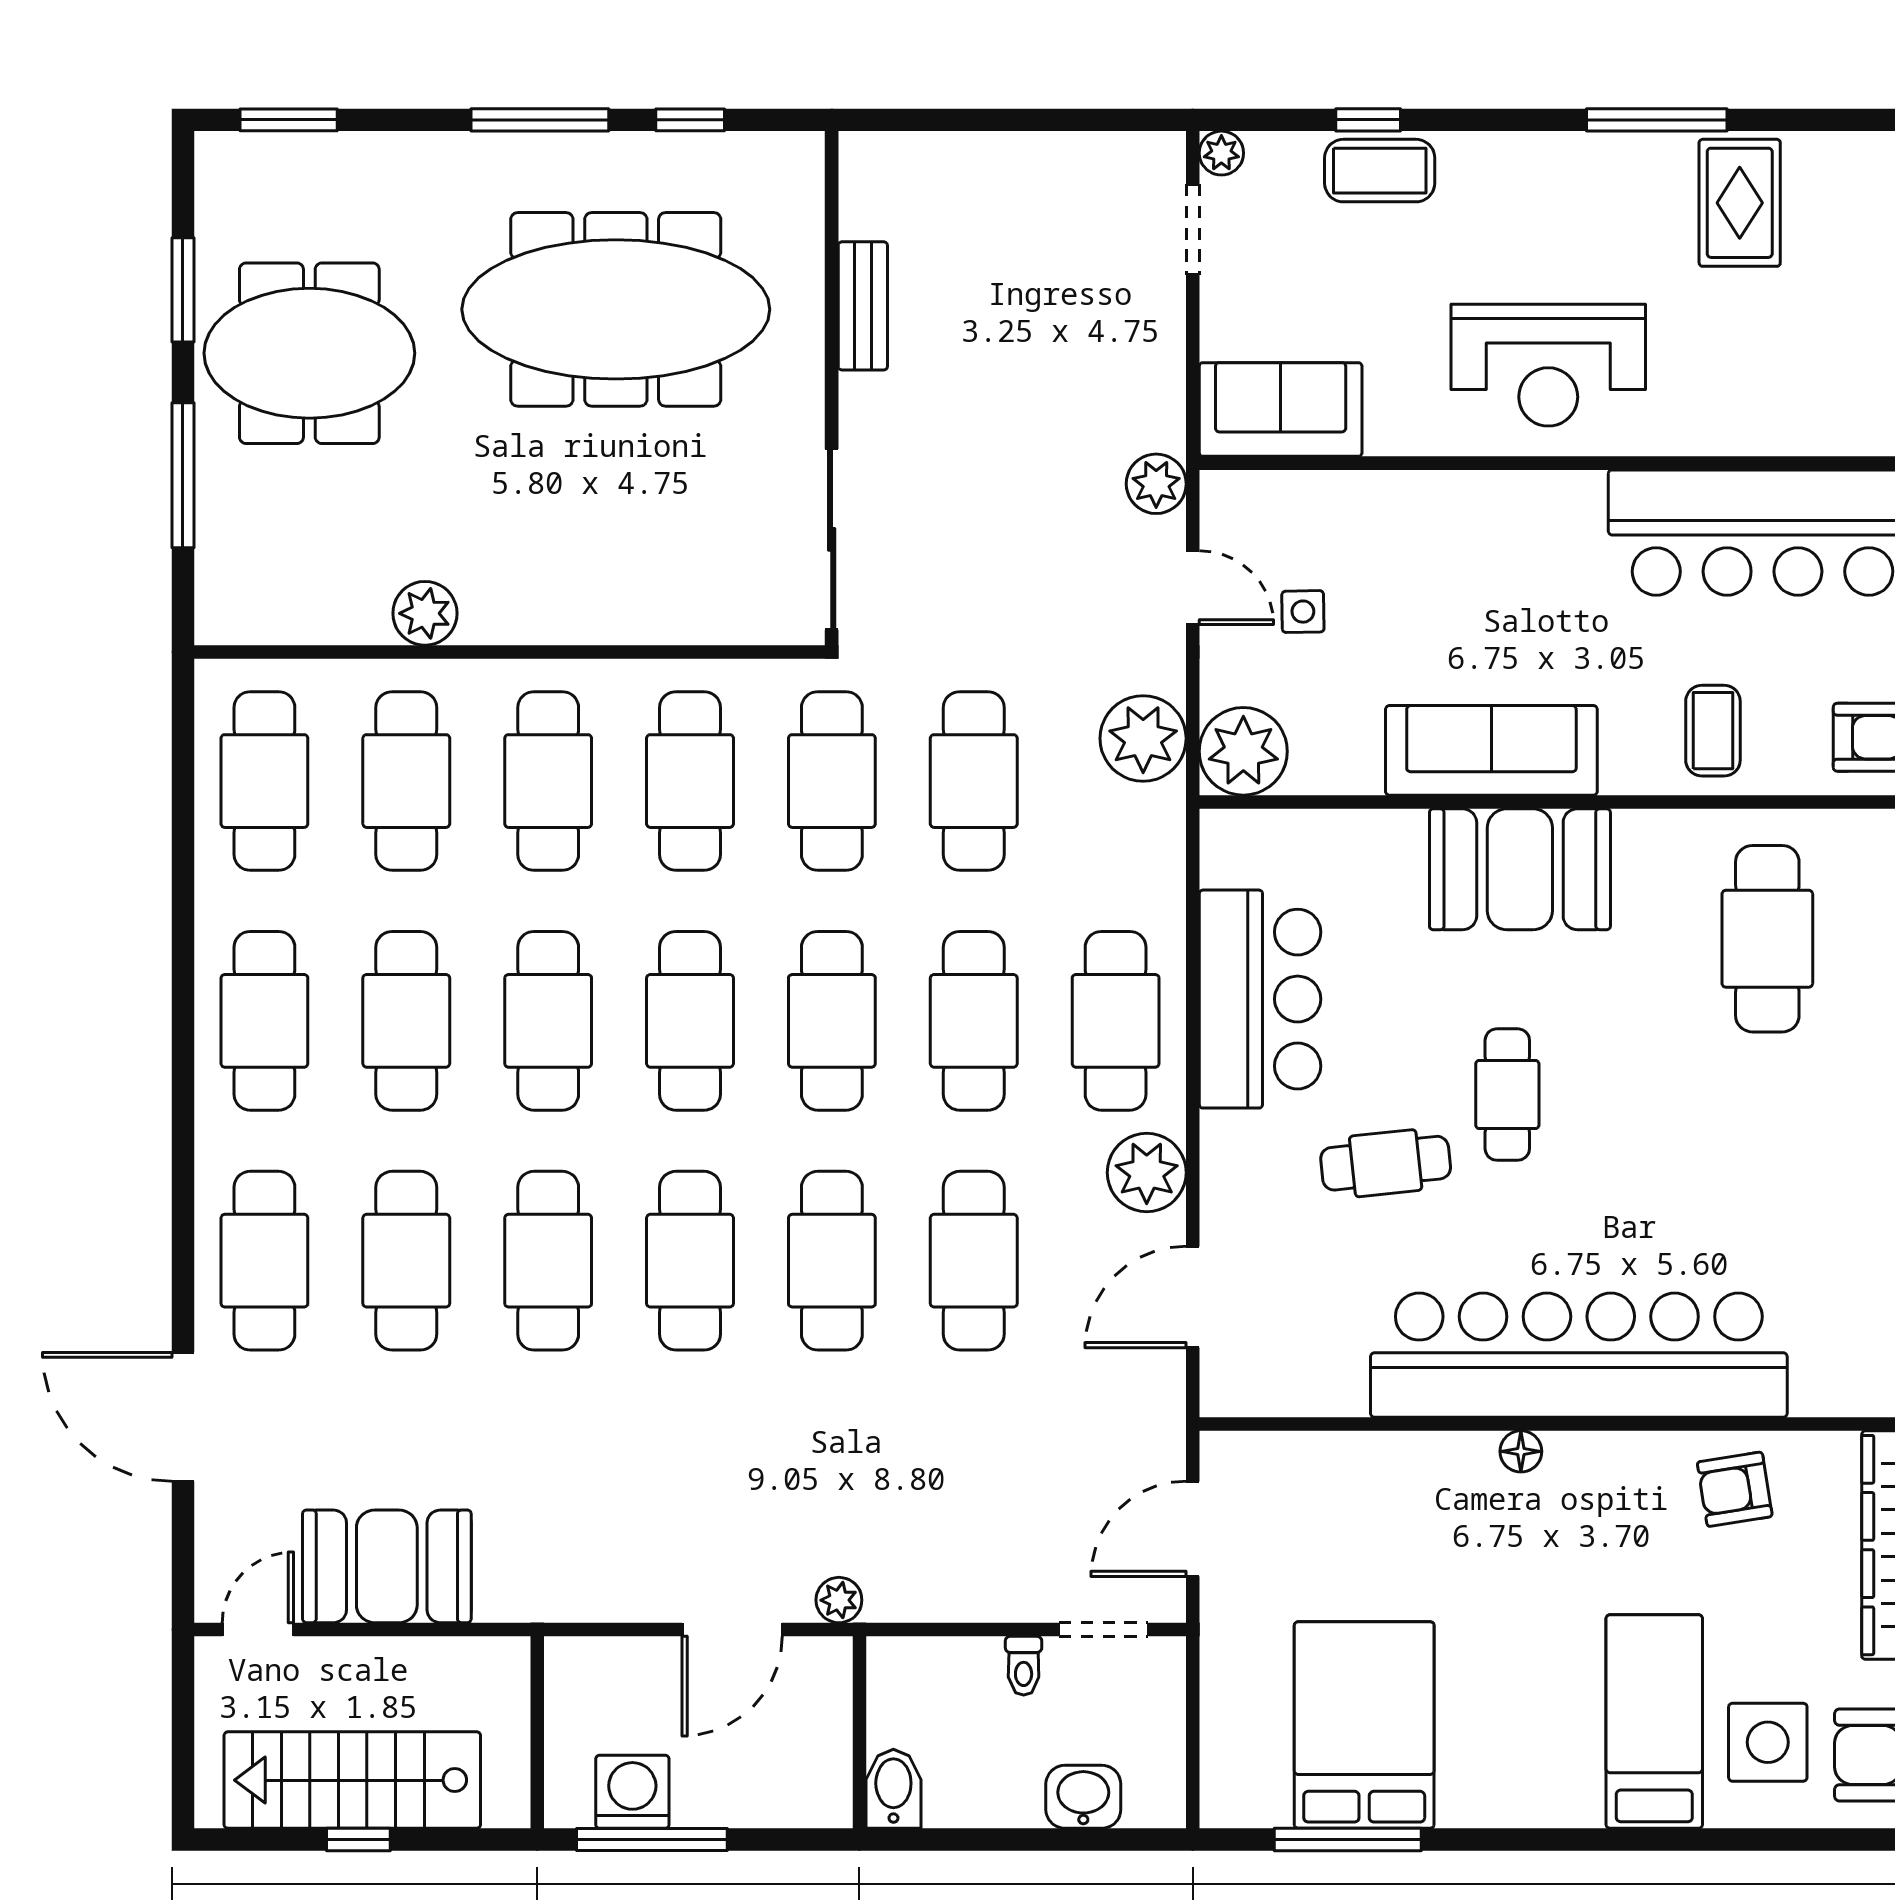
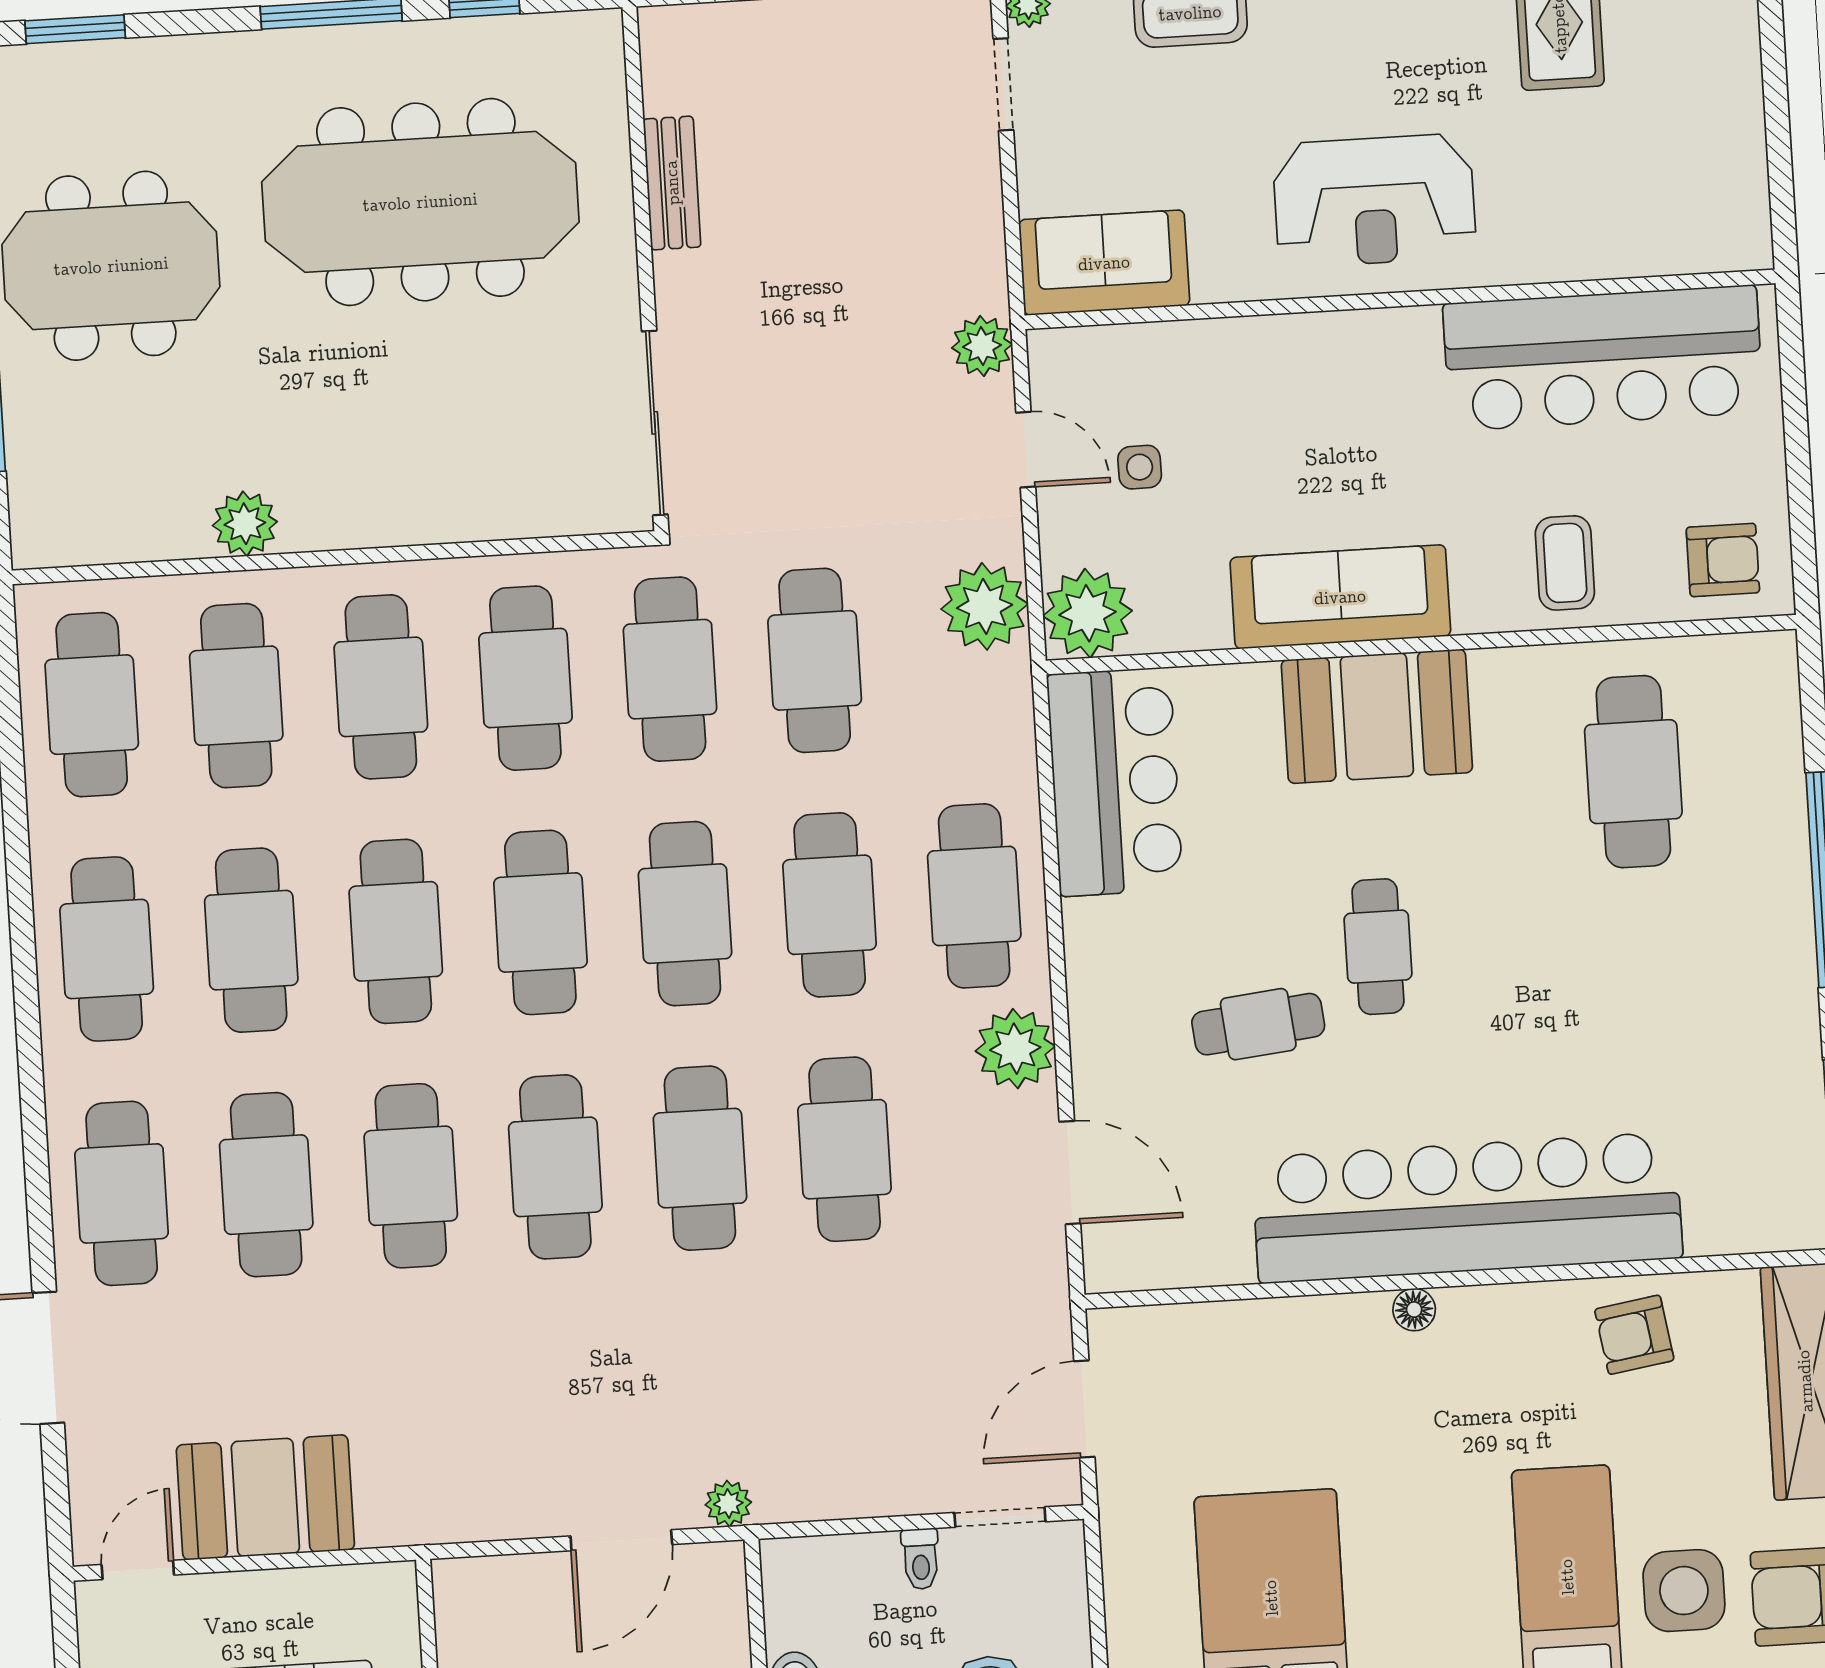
bar counter: (1260, 999) -> (1115, 782), moved
door: (1193, 1297) -> (1070, 1173), swing flipped

